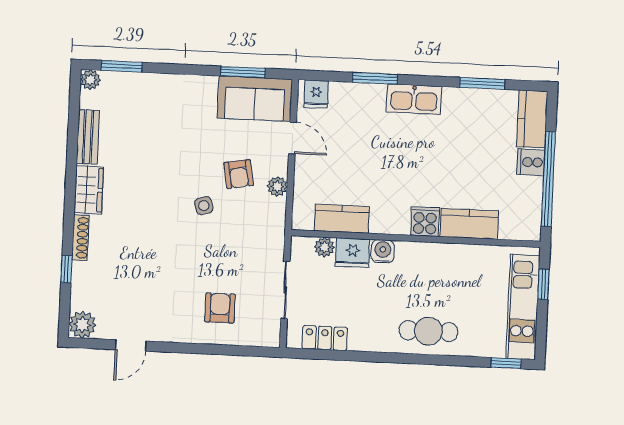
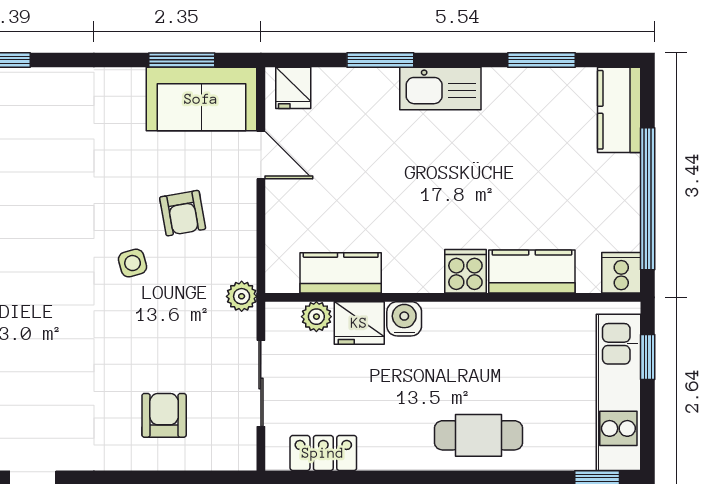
cooker: (531, 162) -> (621, 273), moved, turned 90
plant: (277, 186) -> (242, 296), moved

